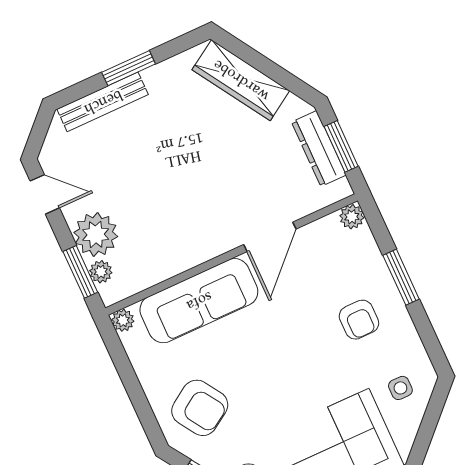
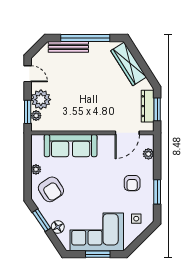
window: (129, 68) -> (85, 38), width x2.11
plant: (352, 217) -> (148, 154), moved
door: (270, 237) -> (127, 133), moved
window: (401, 277) -> (157, 192), moved
plant: (123, 320) -> (36, 169), moved

